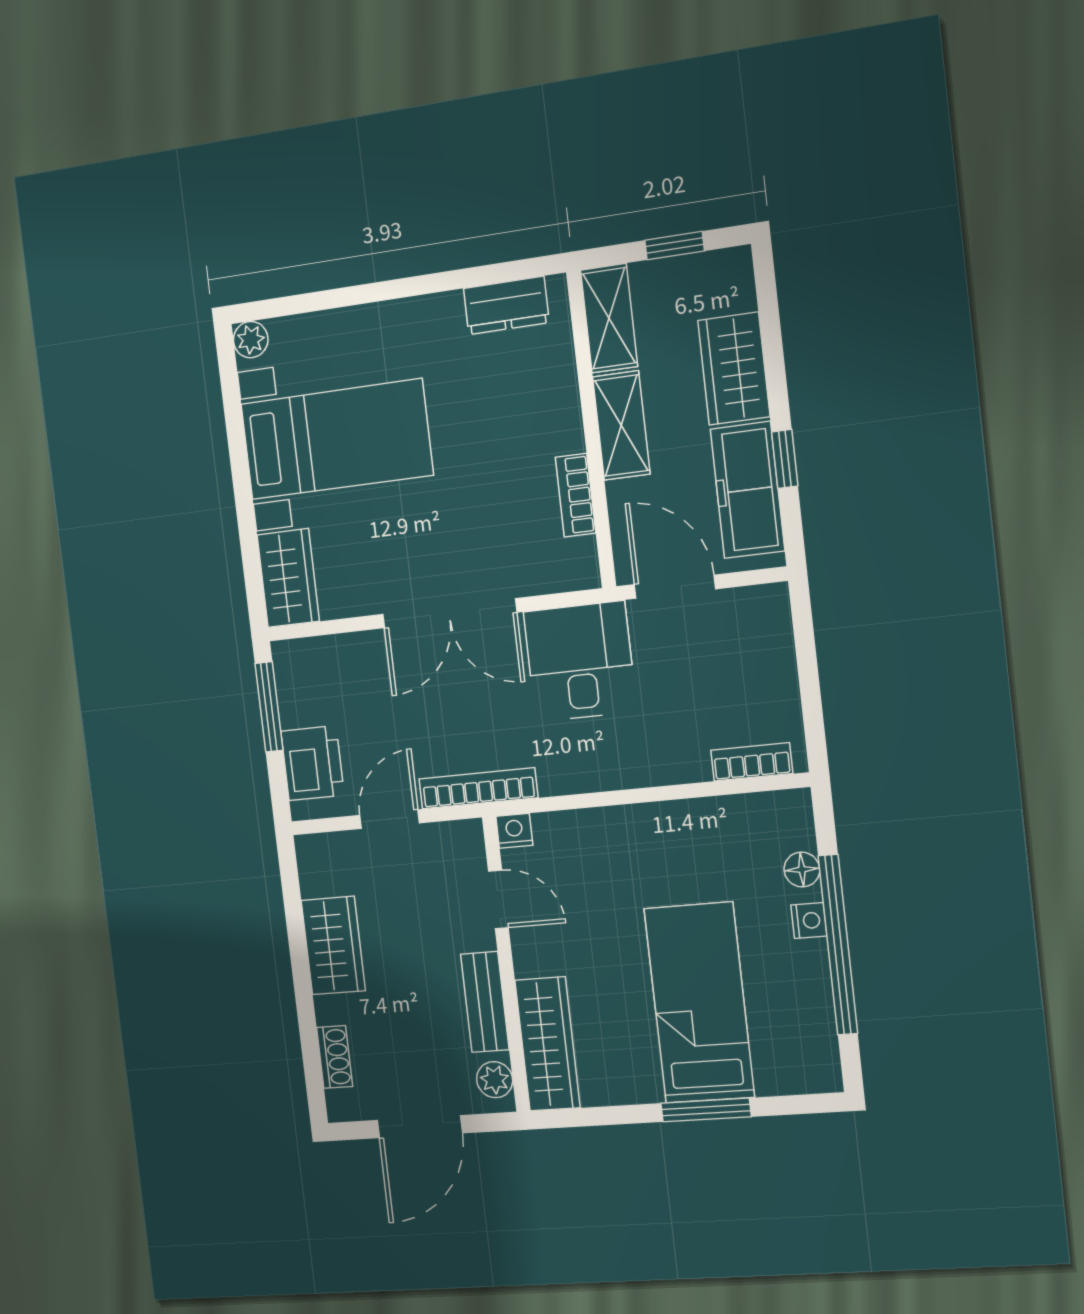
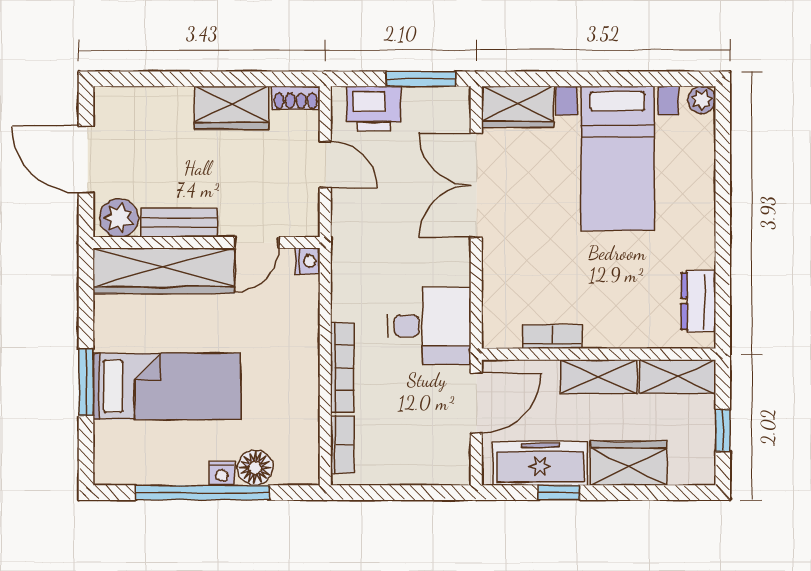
double door: (449, 613) -> (476, 185), moved
bookcase: (478, 788) -> (342, 368), moved
floor lamp: (802, 870) -> (255, 468), width x1.37, depth x1.37
wardrobe: (547, 1044) -> (164, 271), width x1.40, depth x1.17
shoe rack: (335, 1057) -> (296, 98), moved
plant: (495, 1080) -> (119, 218), width x1.38, depth x1.38

